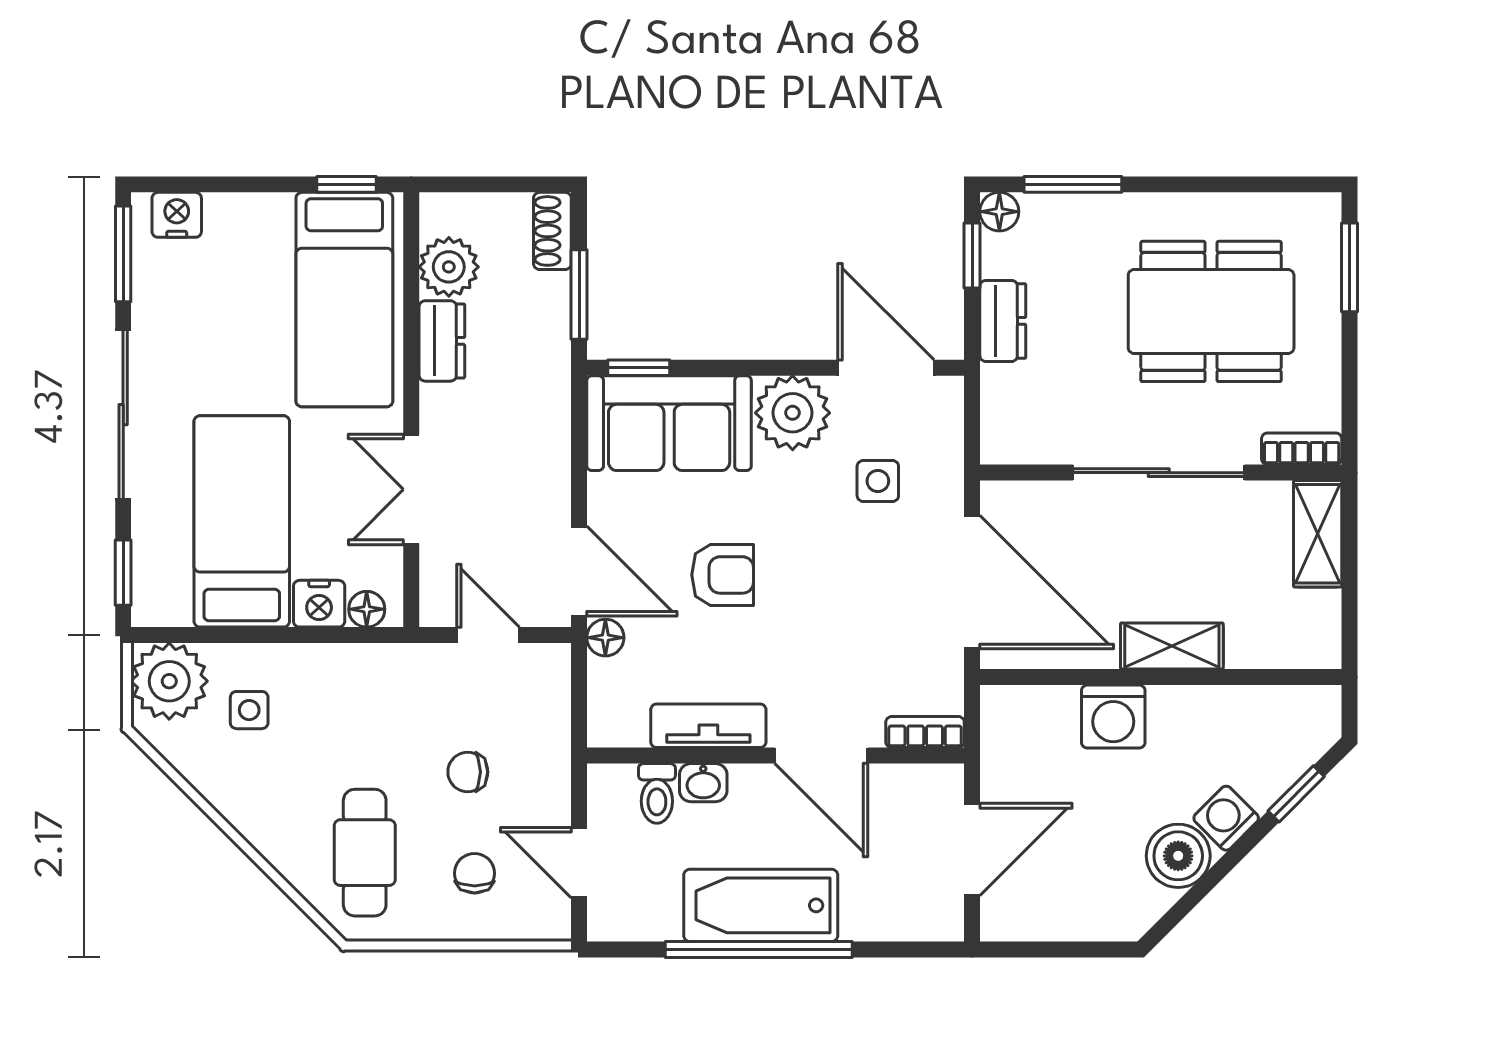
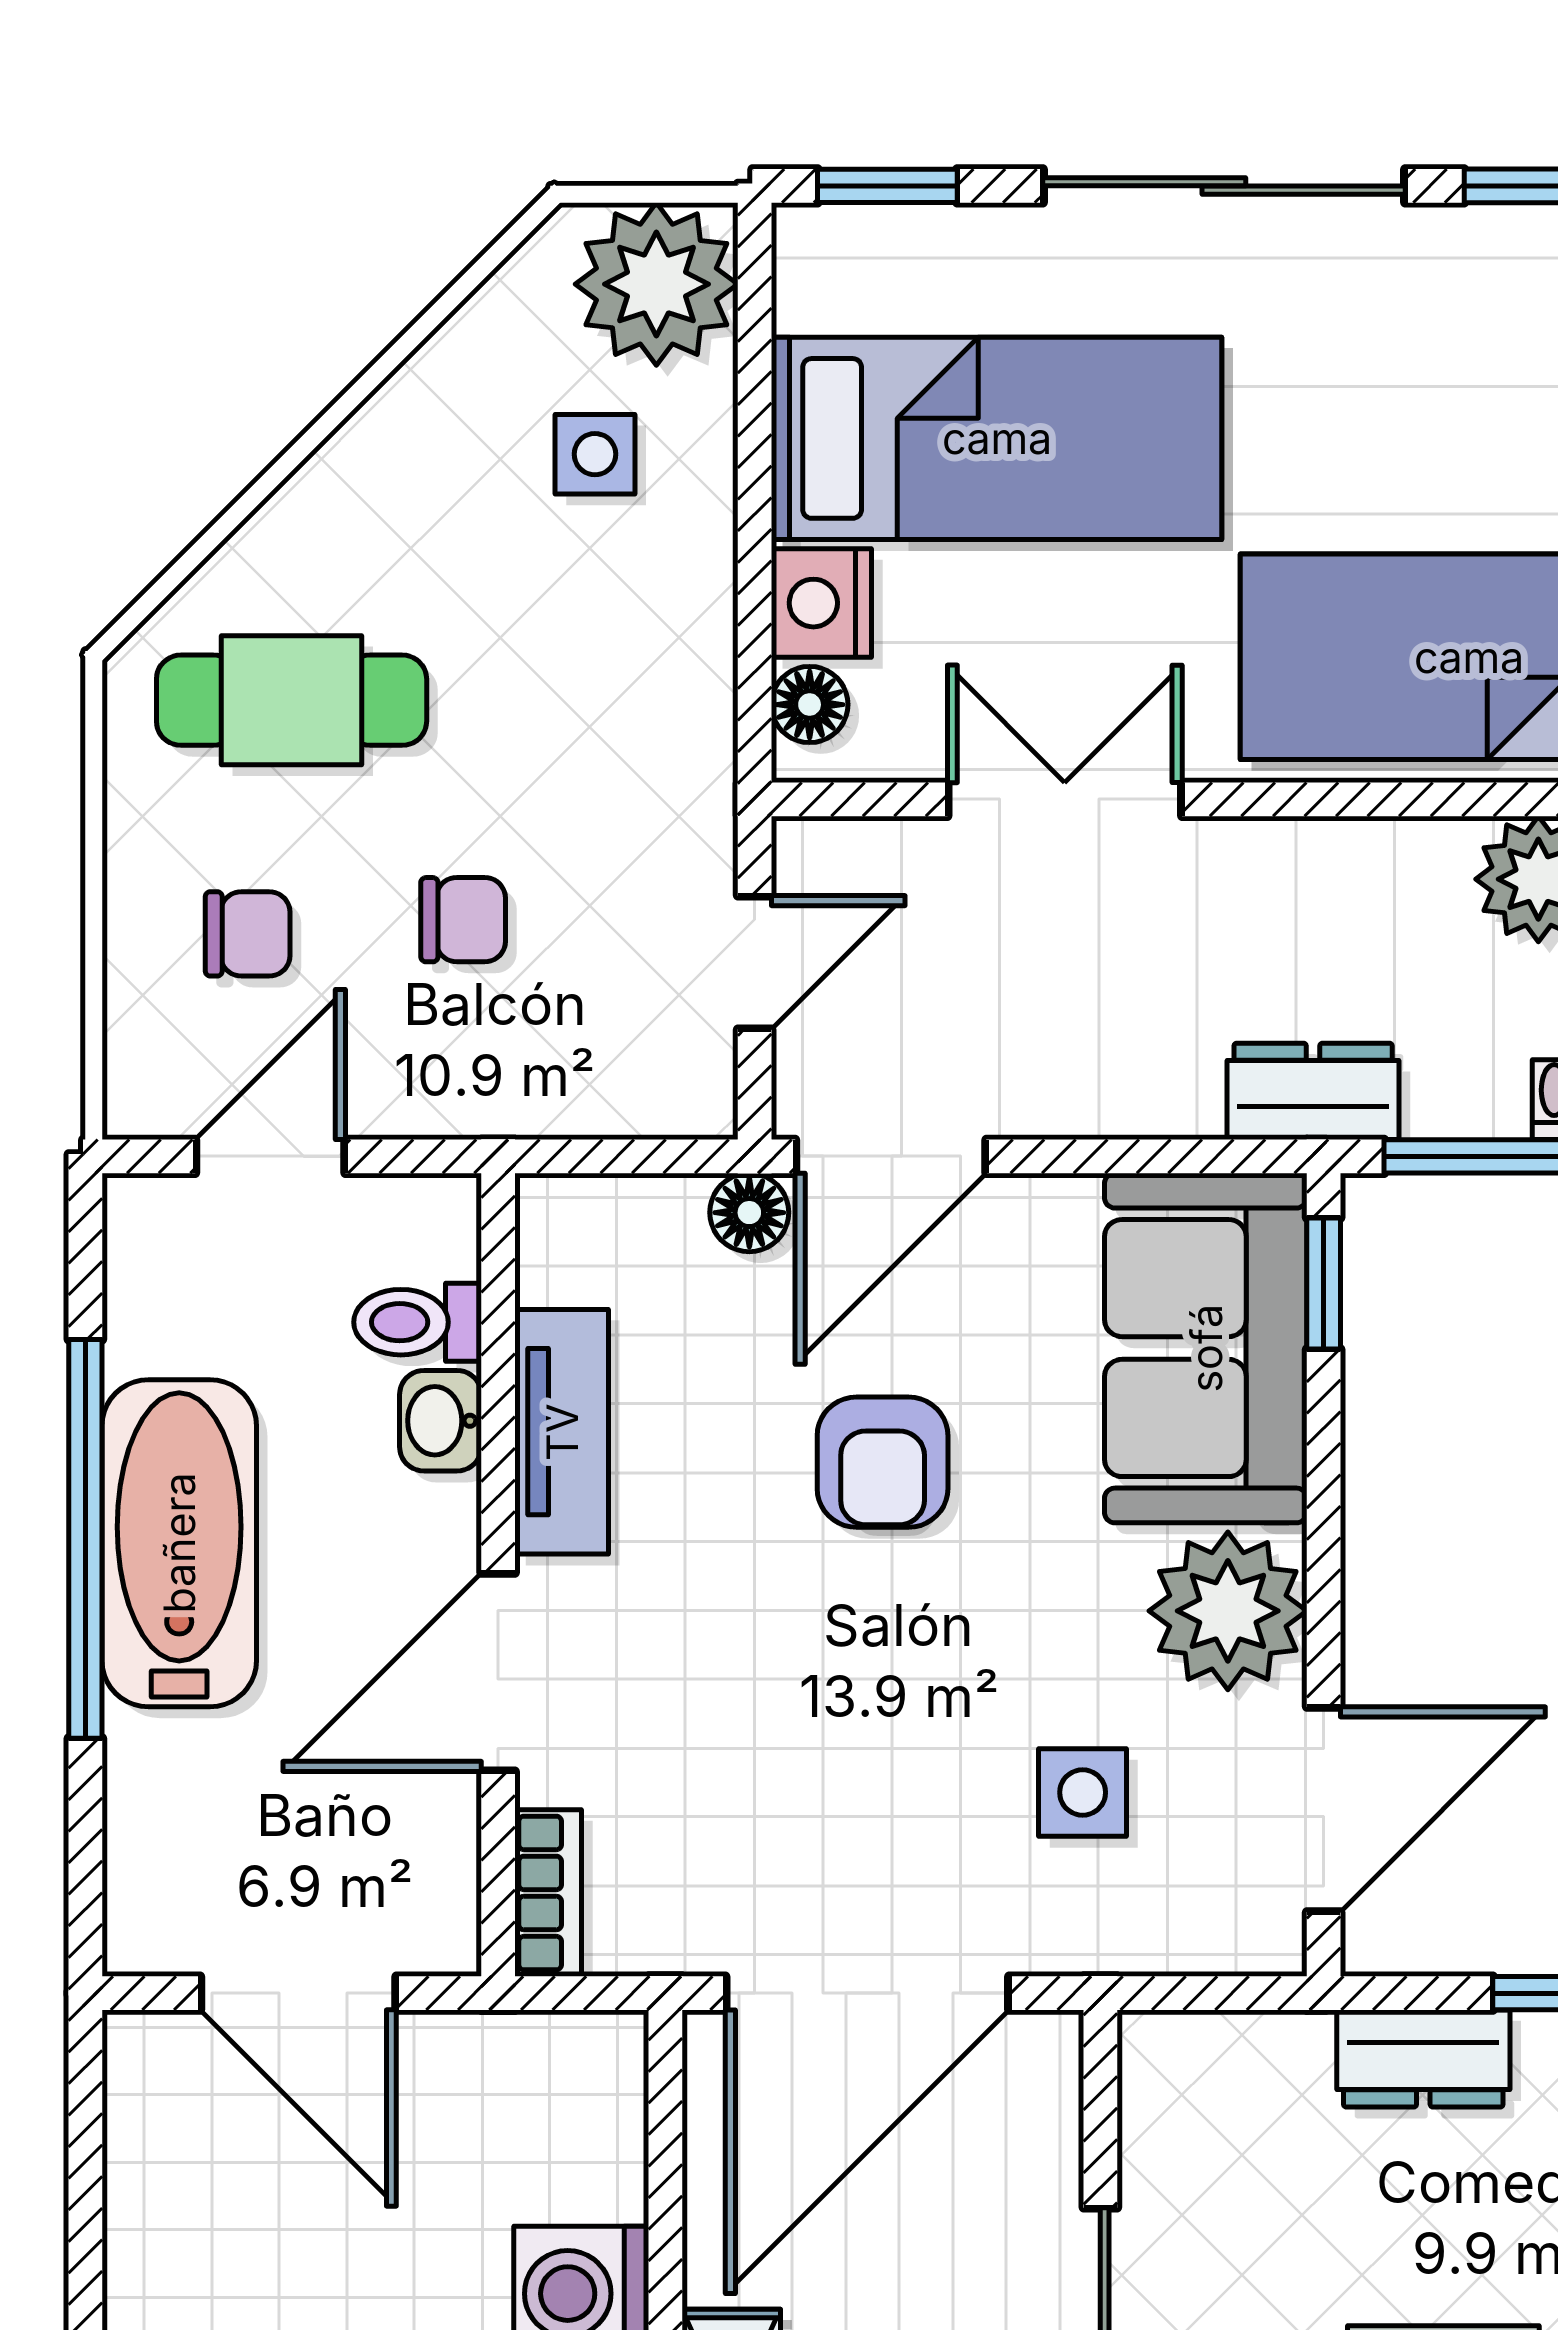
dresser: (442, 341) -> (1313, 1091), moved, turned 180
chair: (468, 772) -> (463, 920), turned 90

